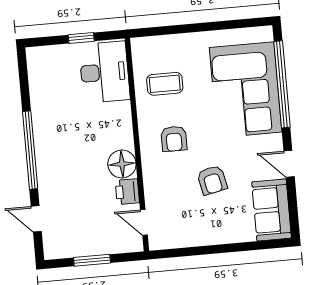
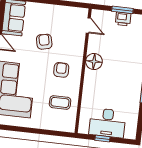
desk: (104, 72) -> (107, 123), moved, turned -90
printer: (127, 192) -> (123, 19), moved, turned 90

